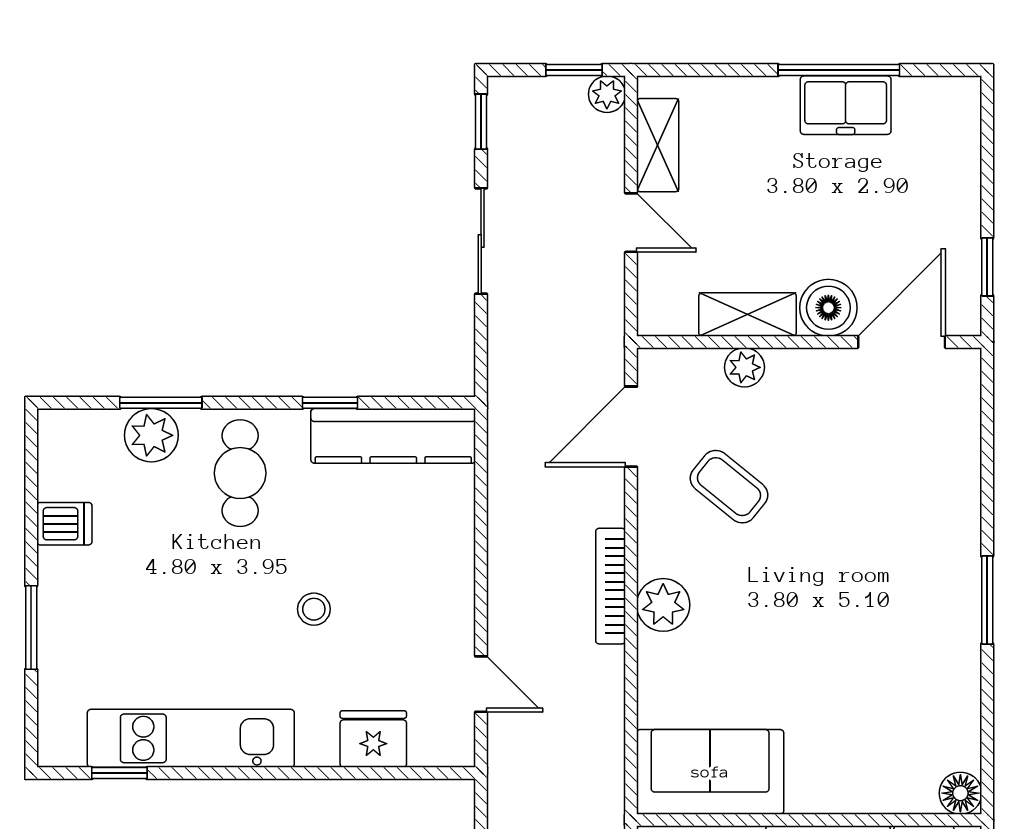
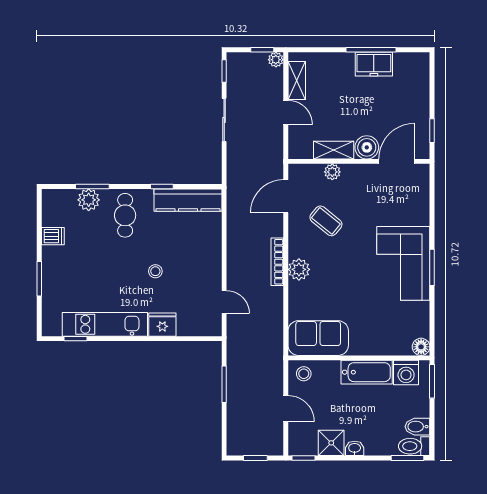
corner sofa: (917, 590) -> (403, 263), added
fridge: (373, 739) -> (162, 325), moved

